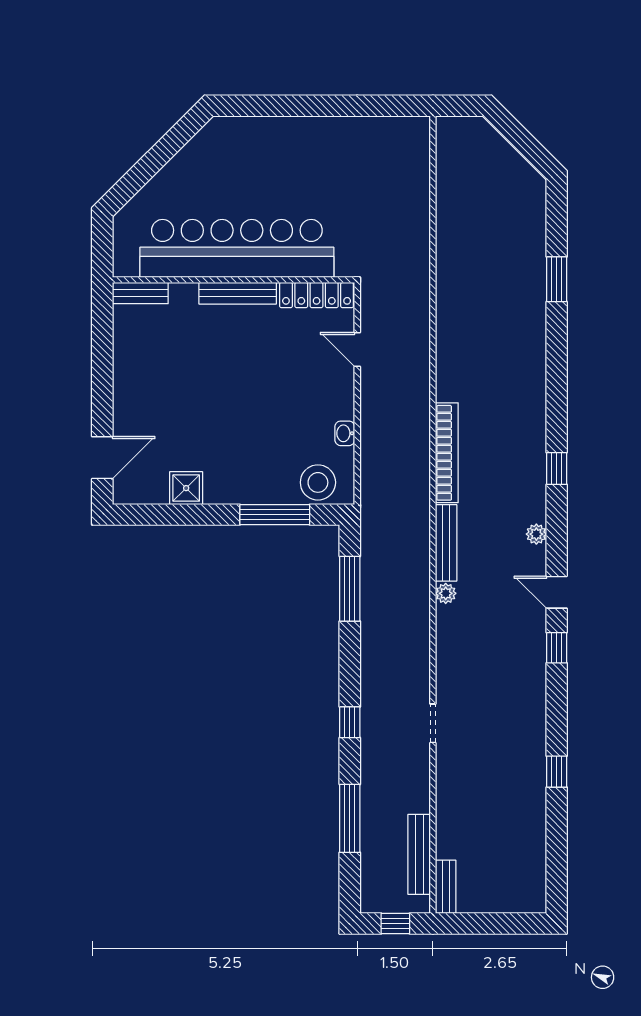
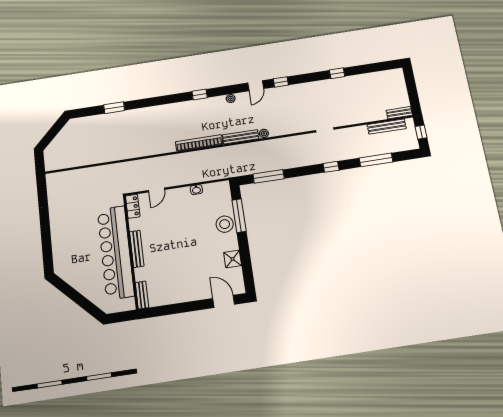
locker: (317, 295) -> (133, 206), width x0.66
stool: (318, 482) -> (225, 224), moved

